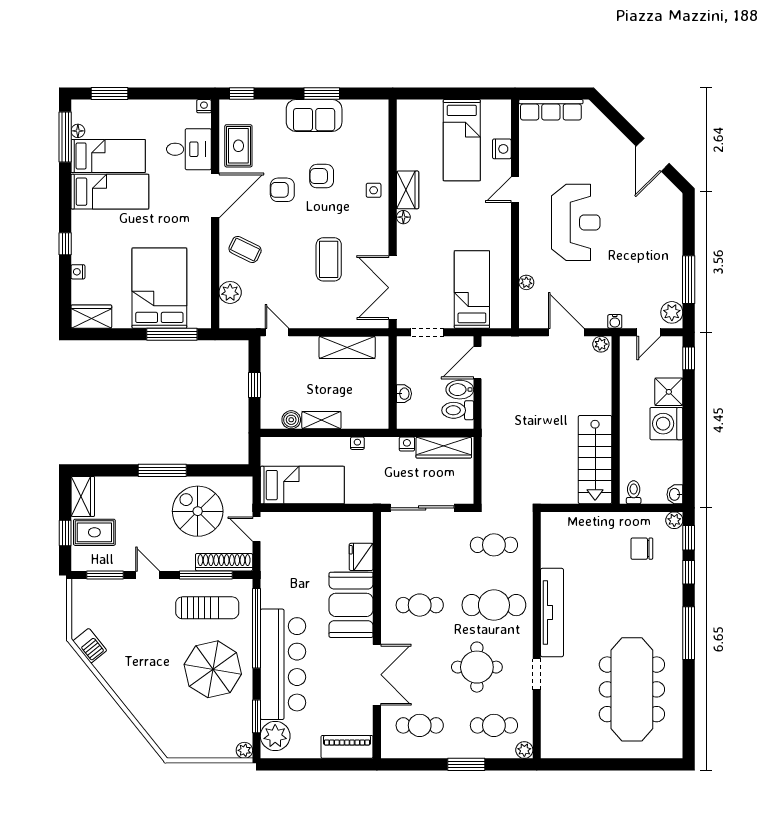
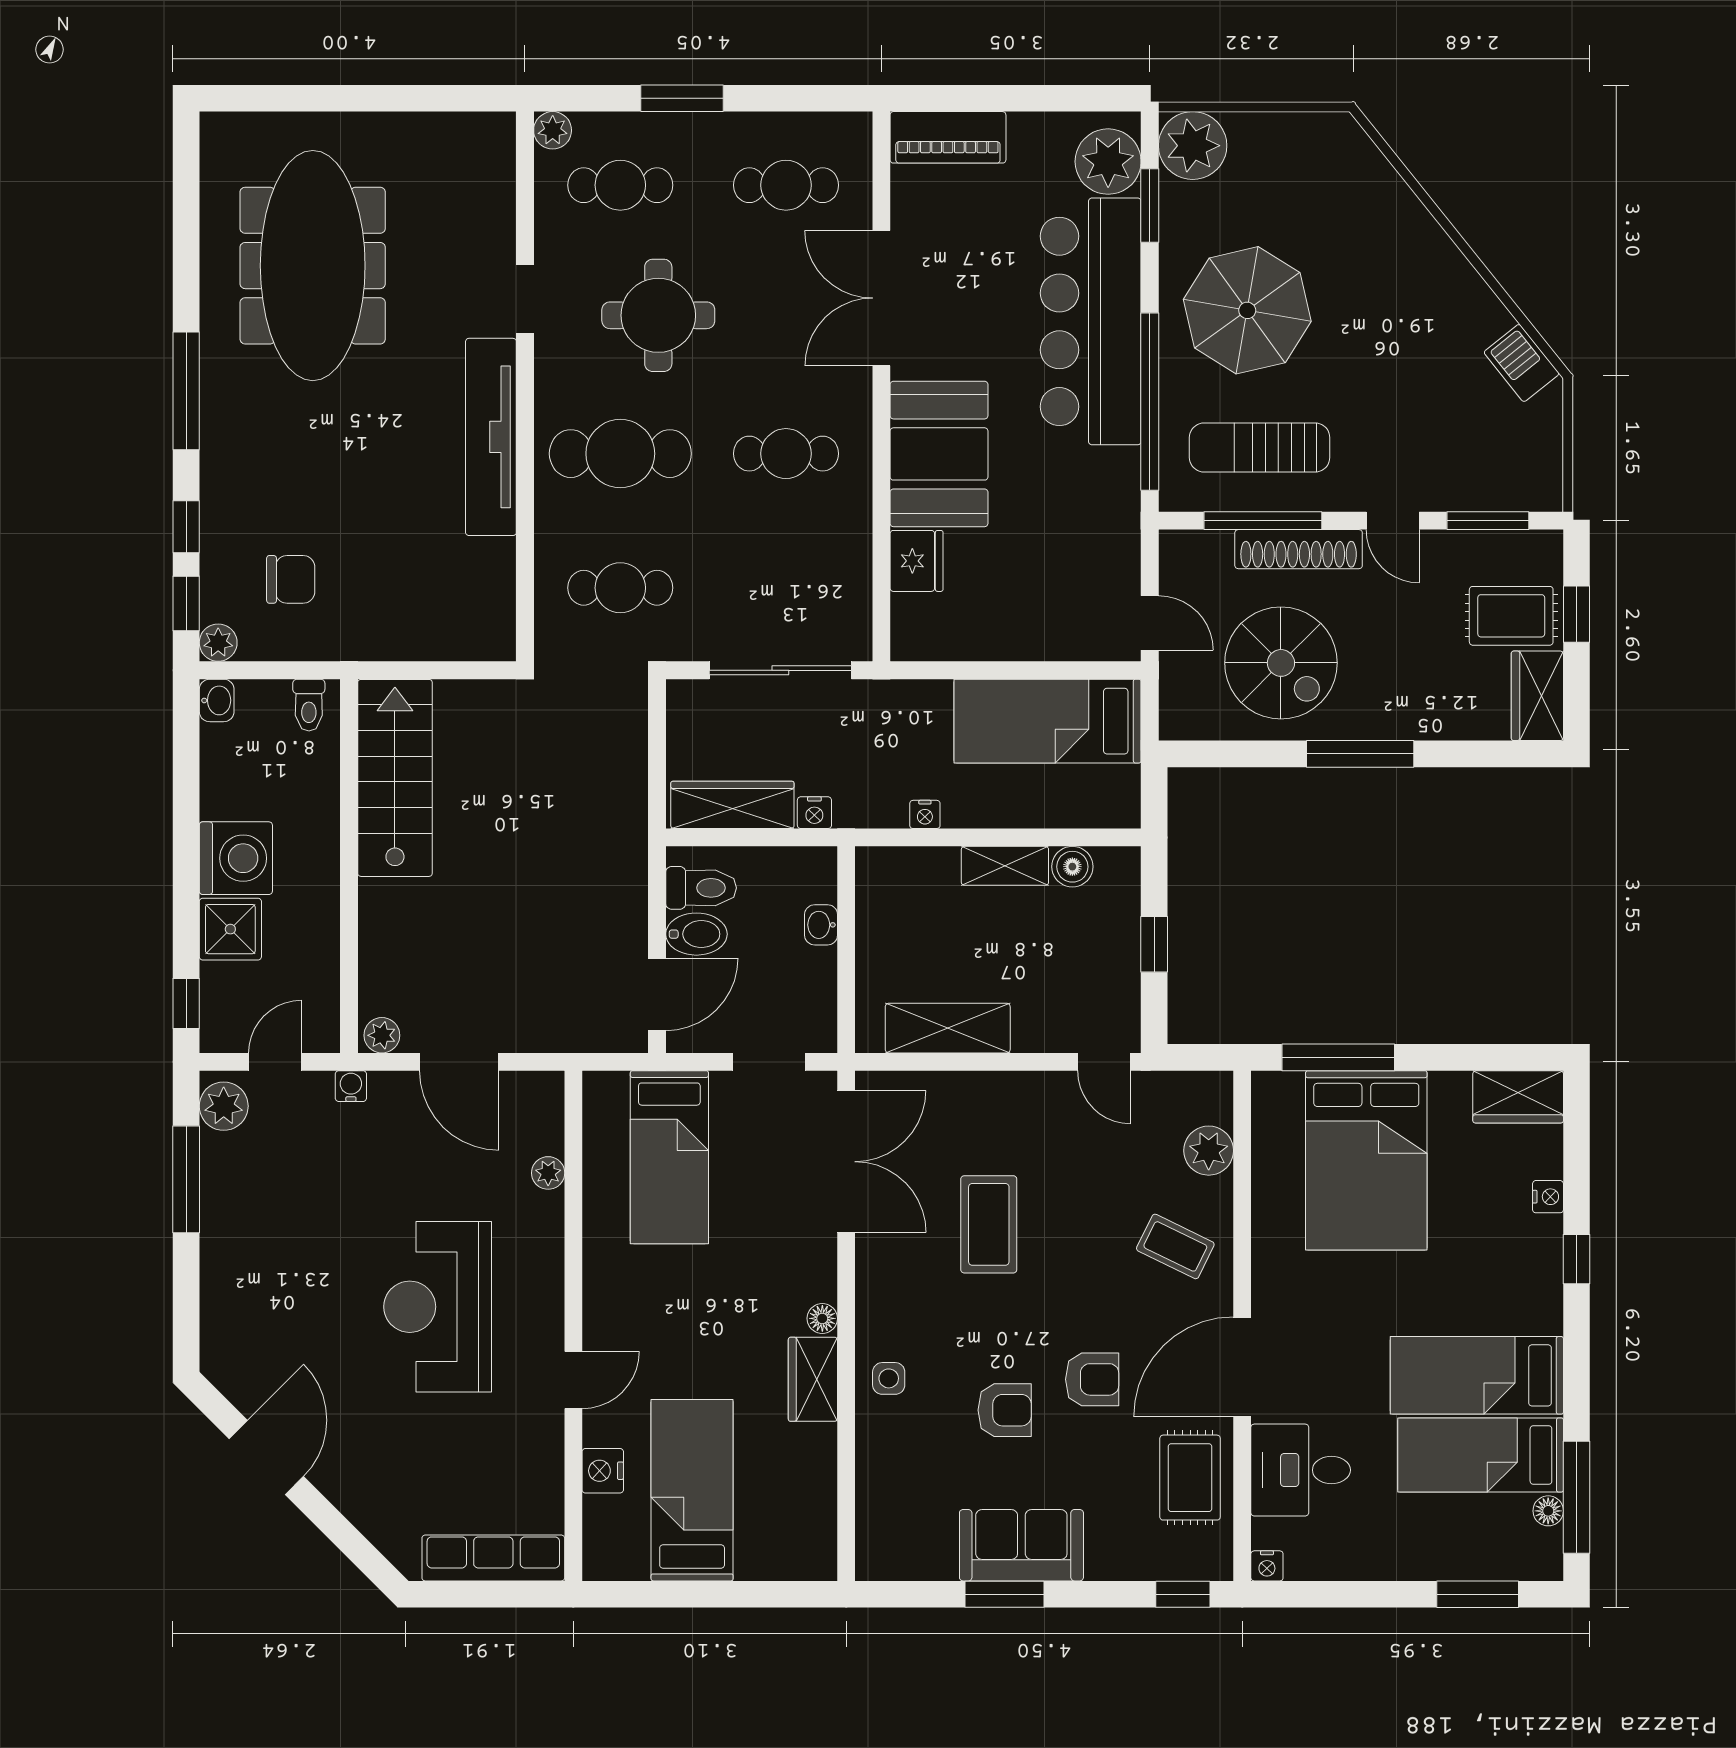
shoe rack: (224, 562) -> (1299, 549), moved
plant: (244, 750) -> (1193, 146), width x1.88, depth x1.88

